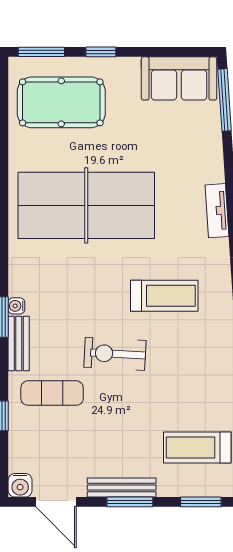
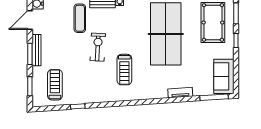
tv unit: (217, 211) -> (180, 93), moved

